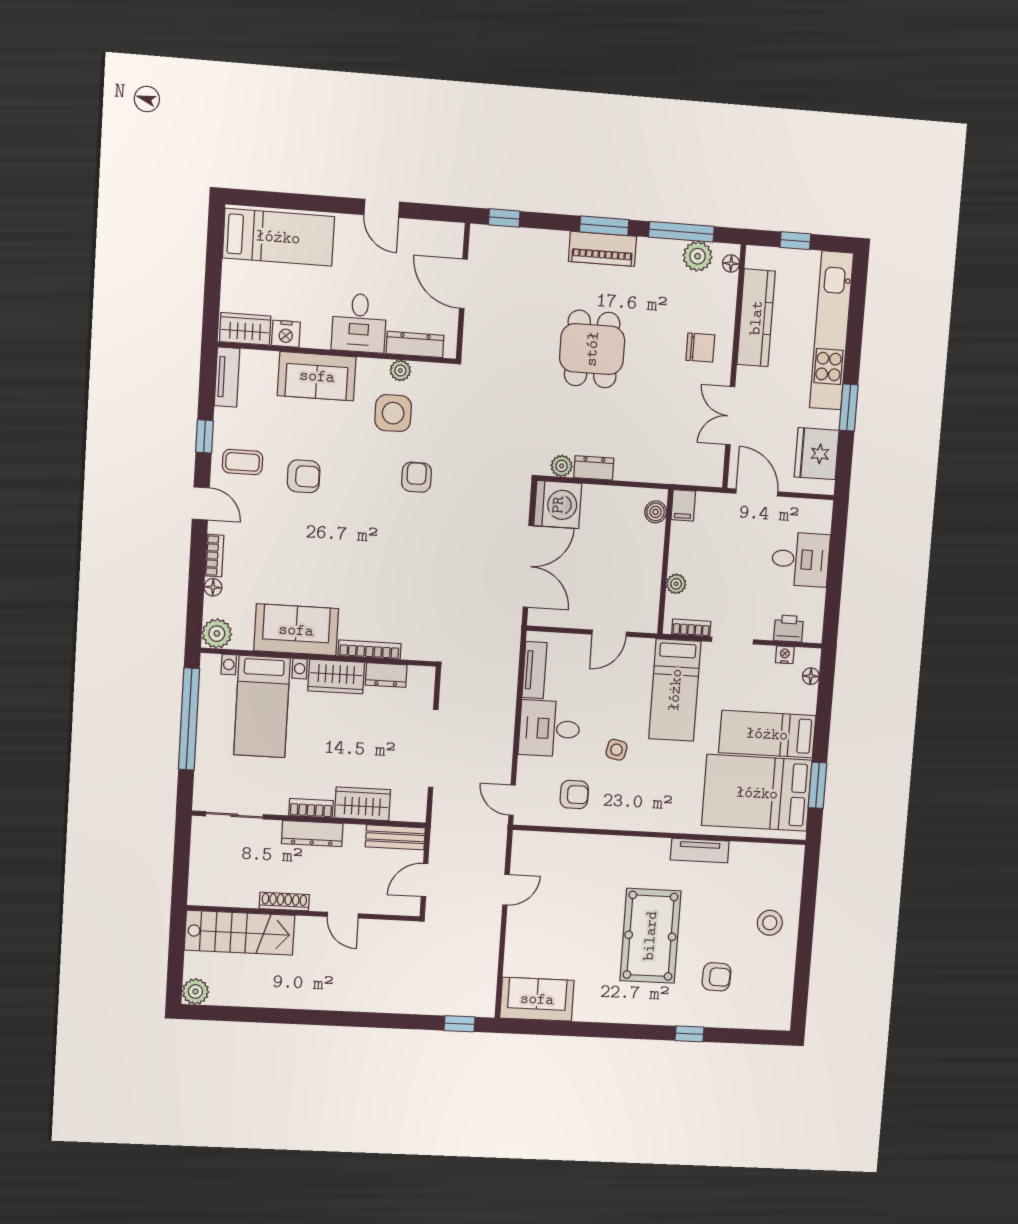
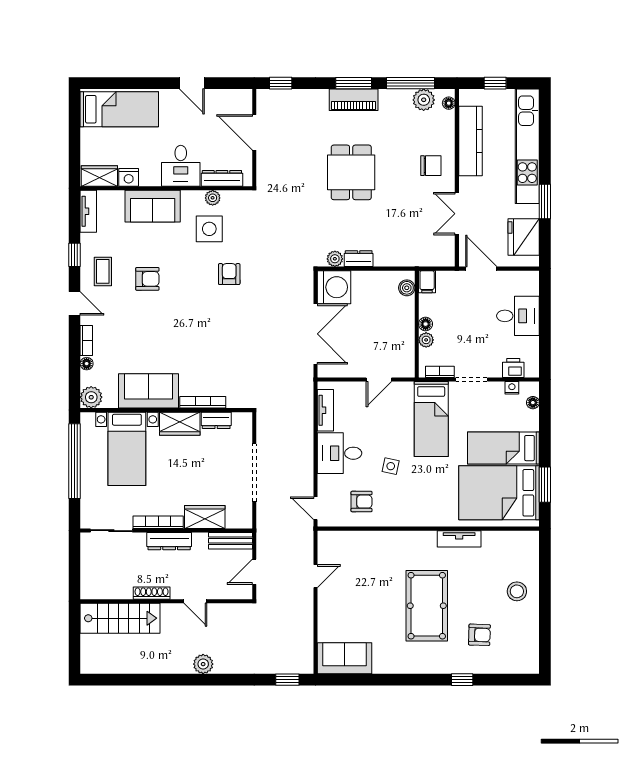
coffee table: (243, 462) -> (103, 271), turned 90
floor lamp: (677, 562) -> (426, 324), added
bookcase: (311, 808) -> (158, 522), width x1.56
plant: (195, 991) -> (203, 664), moved

